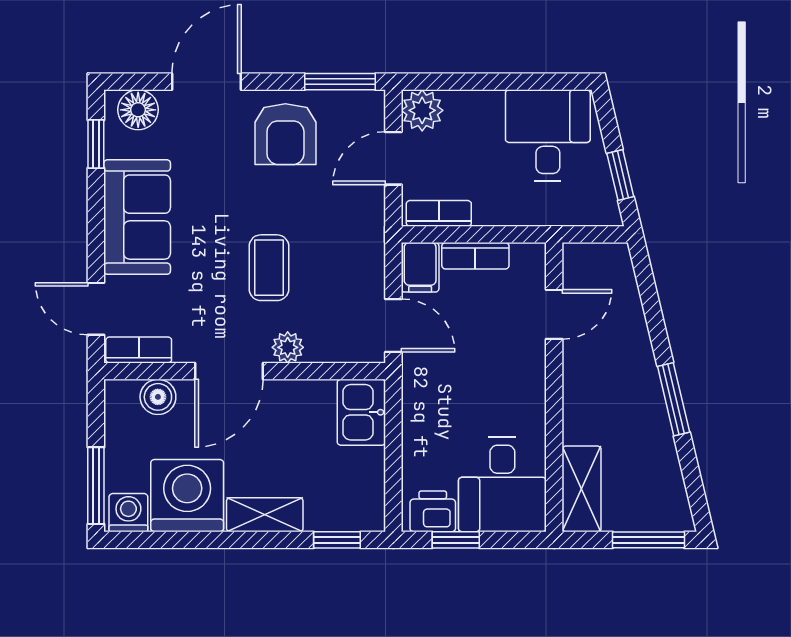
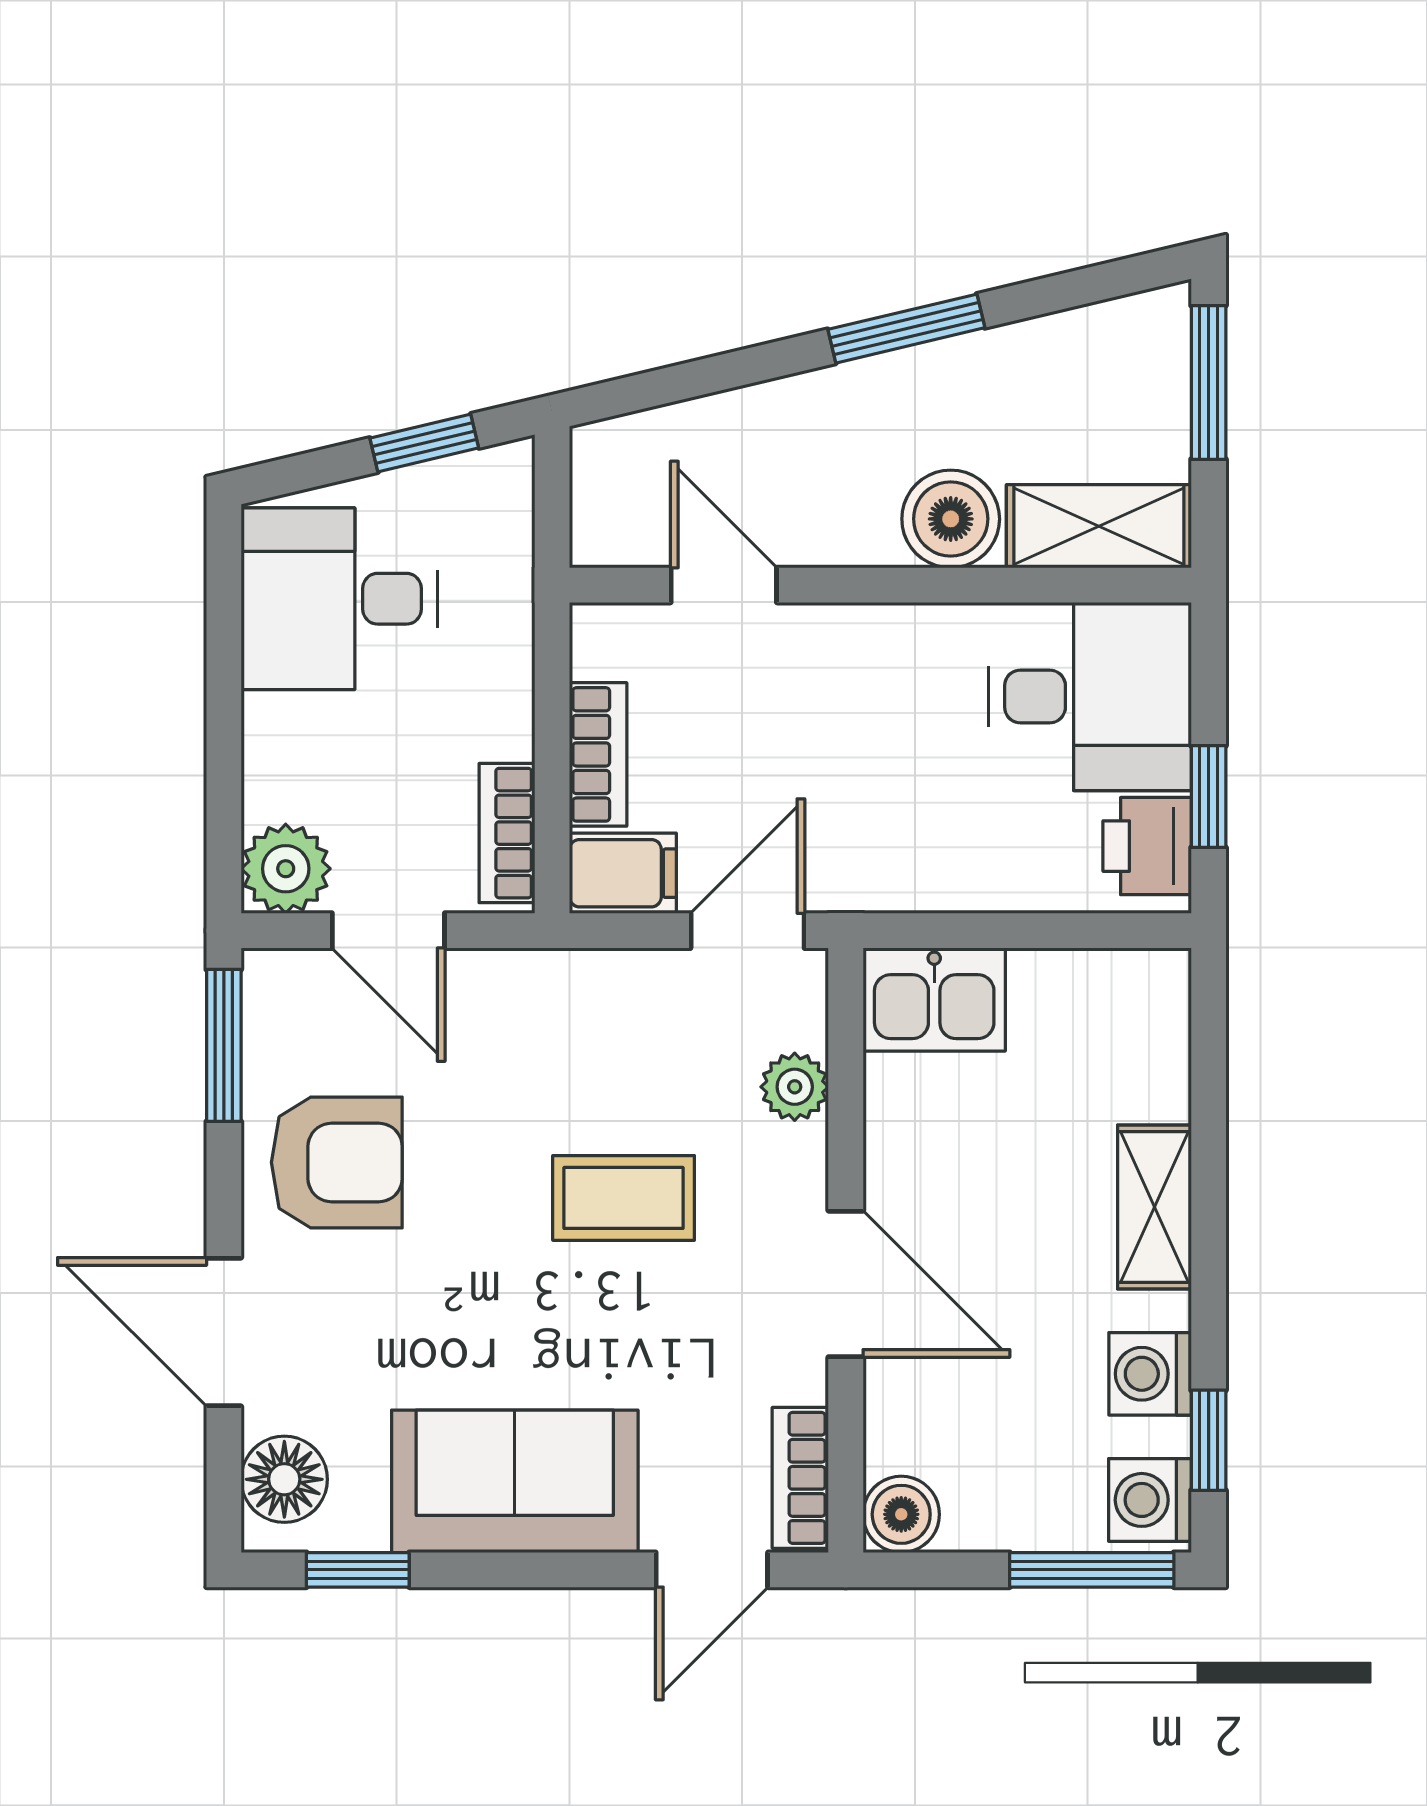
plant: (288, 347) -> (795, 1087), moved
boiler: (158, 397) -> (901, 1514), moved
boiler: (585, 420) -> (951, 519), added
washing machine: (187, 496) -> (1150, 1374), width x0.53, depth x0.53
window: (337, 540) -> (1209, 1440), moved

